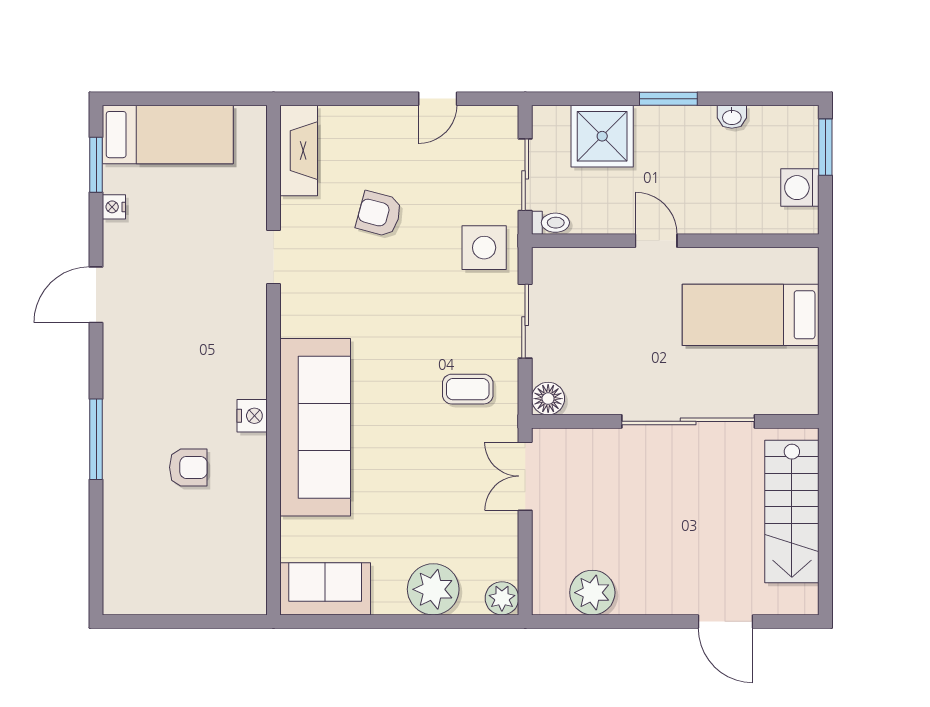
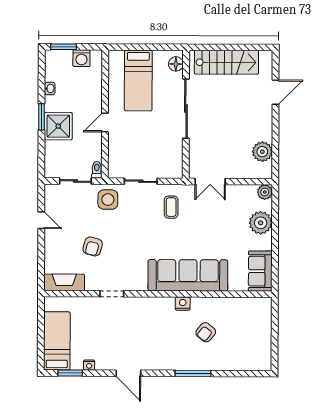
shower: (602, 136) -> (58, 126), moved
floor lamp: (548, 399) -> (176, 64), moved
armchair: (188, 467) -> (206, 332), turned -141

